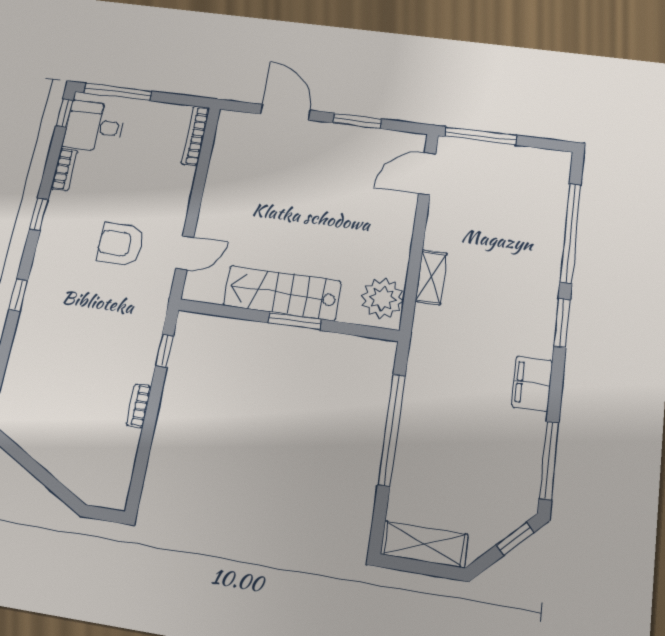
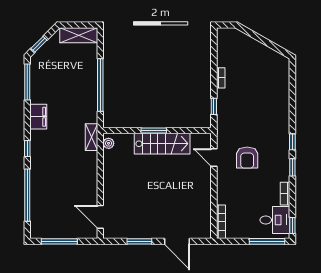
window: (480, 136) -> (59, 241), moved
door: (427, 174) -> (100, 217), swing flipped
armchair: (121, 244) -> (247, 158), turned 90
door: (185, 253) -> (214, 158), hinge flipped
shelving: (431, 277) -> (91, 137), moved
window: (18, 295) -> (292, 142), moved
plant: (382, 298) -> (109, 143), width x0.53, depth x0.53
window: (562, 323) -> (27, 148), width x0.67

